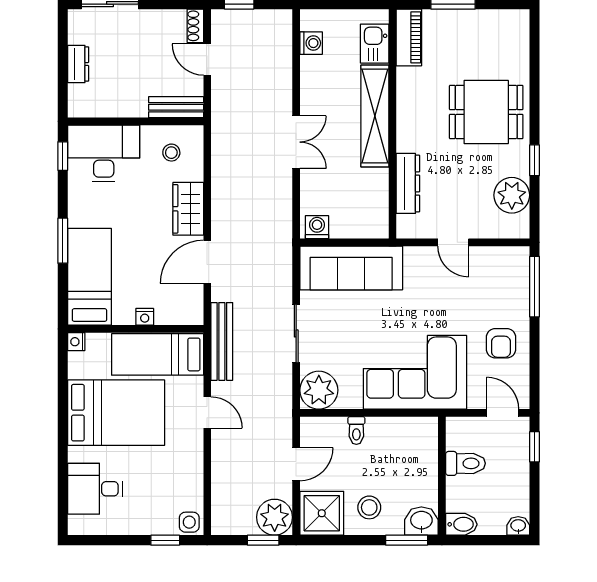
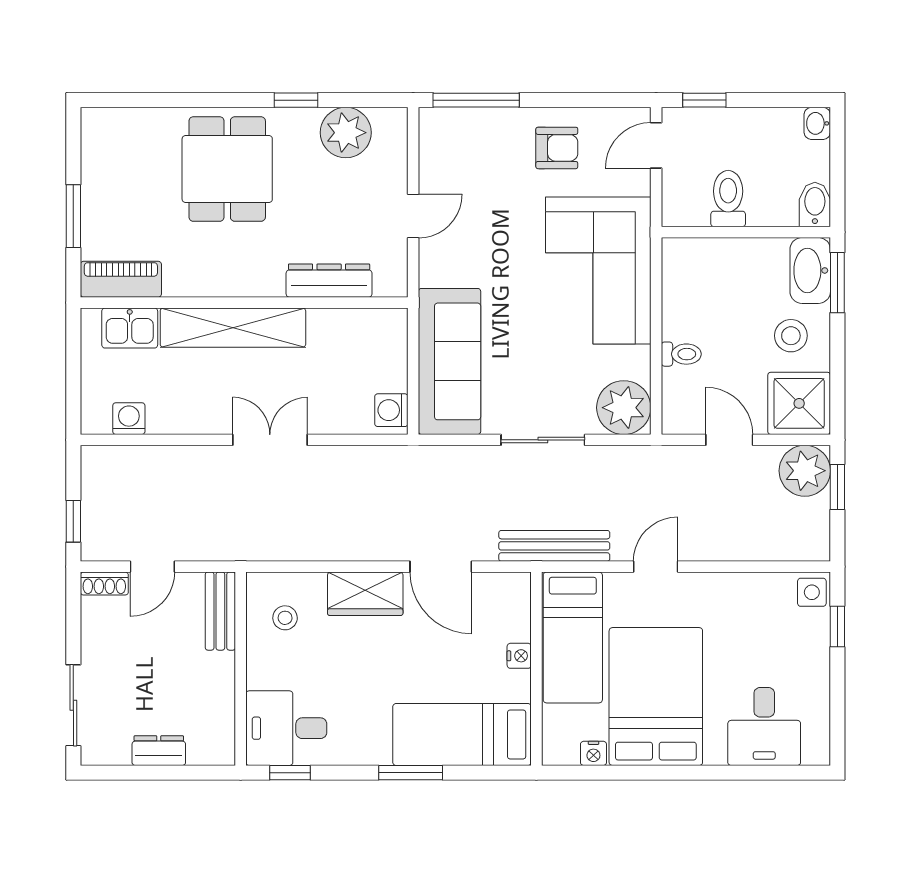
desk: (104, 153) -> (286, 728), width x0.73
nightstand: (76, 342) -> (593, 753), moved
washbasin: (421, 521) -> (810, 270), width x1.38

